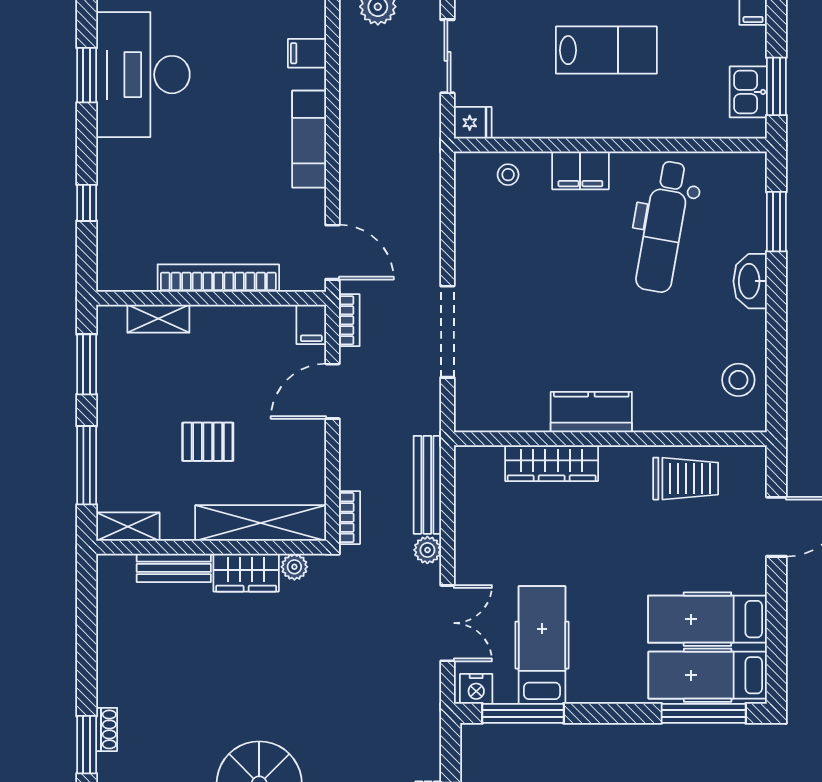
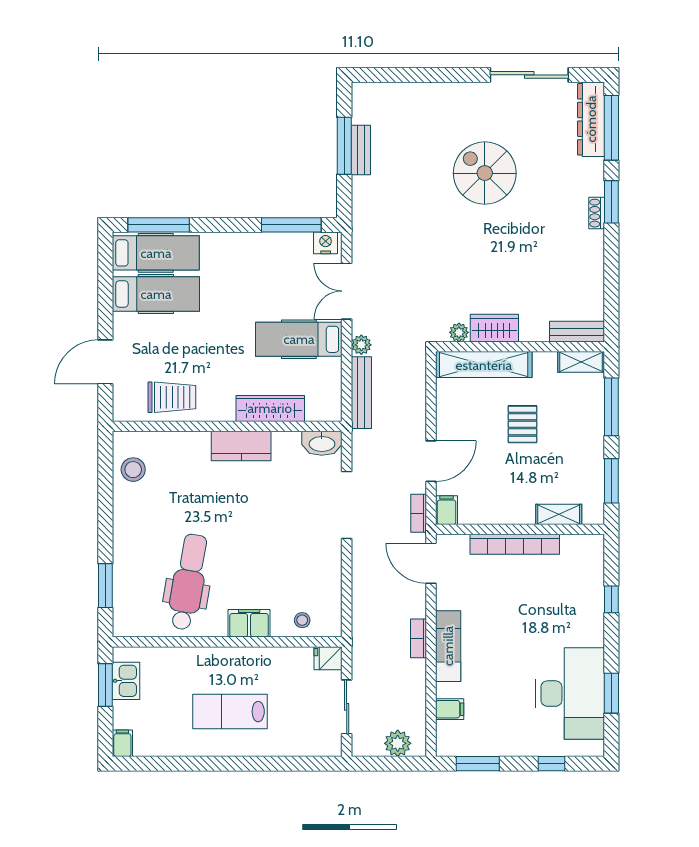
washbasin: (750, 281) -> (322, 443), moved, turned 90
pallet: (208, 442) -> (522, 424), turned 90
trolley: (686, 479) -> (172, 397), turned 180
bookcase: (350, 518) -> (418, 638), moved
bench: (174, 568) -> (577, 332), moved
hospital bed: (542, 645) -> (299, 339), moved, turned 90

